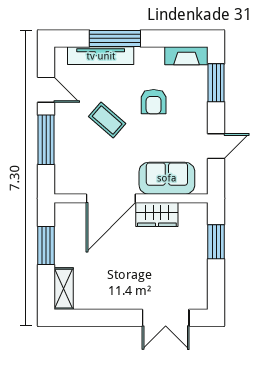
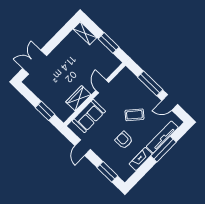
fireplace: (186, 56) -> (141, 159), moved
door: (111, 198) -> (102, 86), width x0.53

